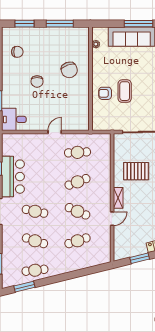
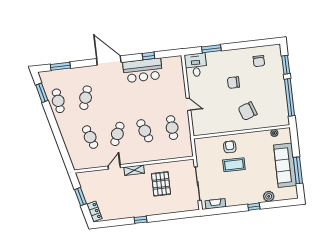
window: (60, 24) -> (290, 97), width x1.46
cafe table: (35, 211) -> (113, 95), removed
door: (112, 219) -> (114, 167), swing flipped

